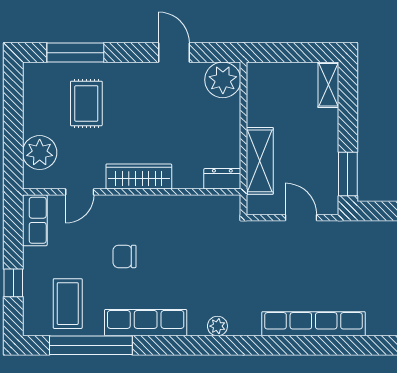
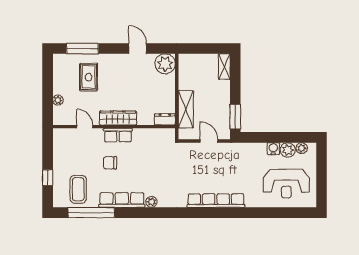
plant: (40, 153) -> (58, 100), width x0.53, depth x0.53
door: (80, 192) -> (85, 127), swing flipped
row of seats: (35, 220) -> (118, 135), moved, turned 90
plant: (217, 326) -> (151, 202), moved

